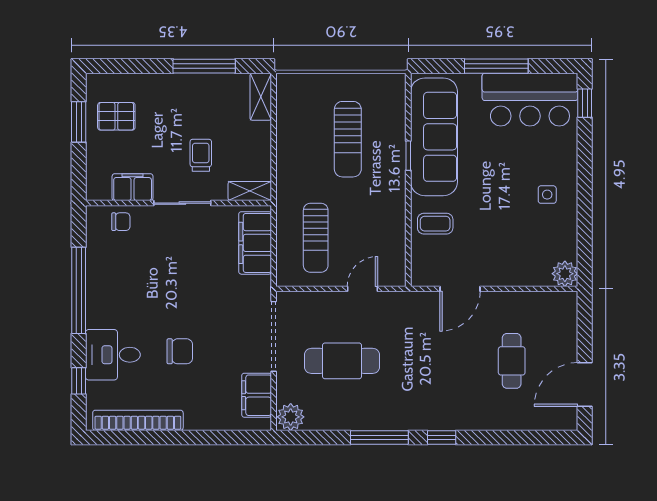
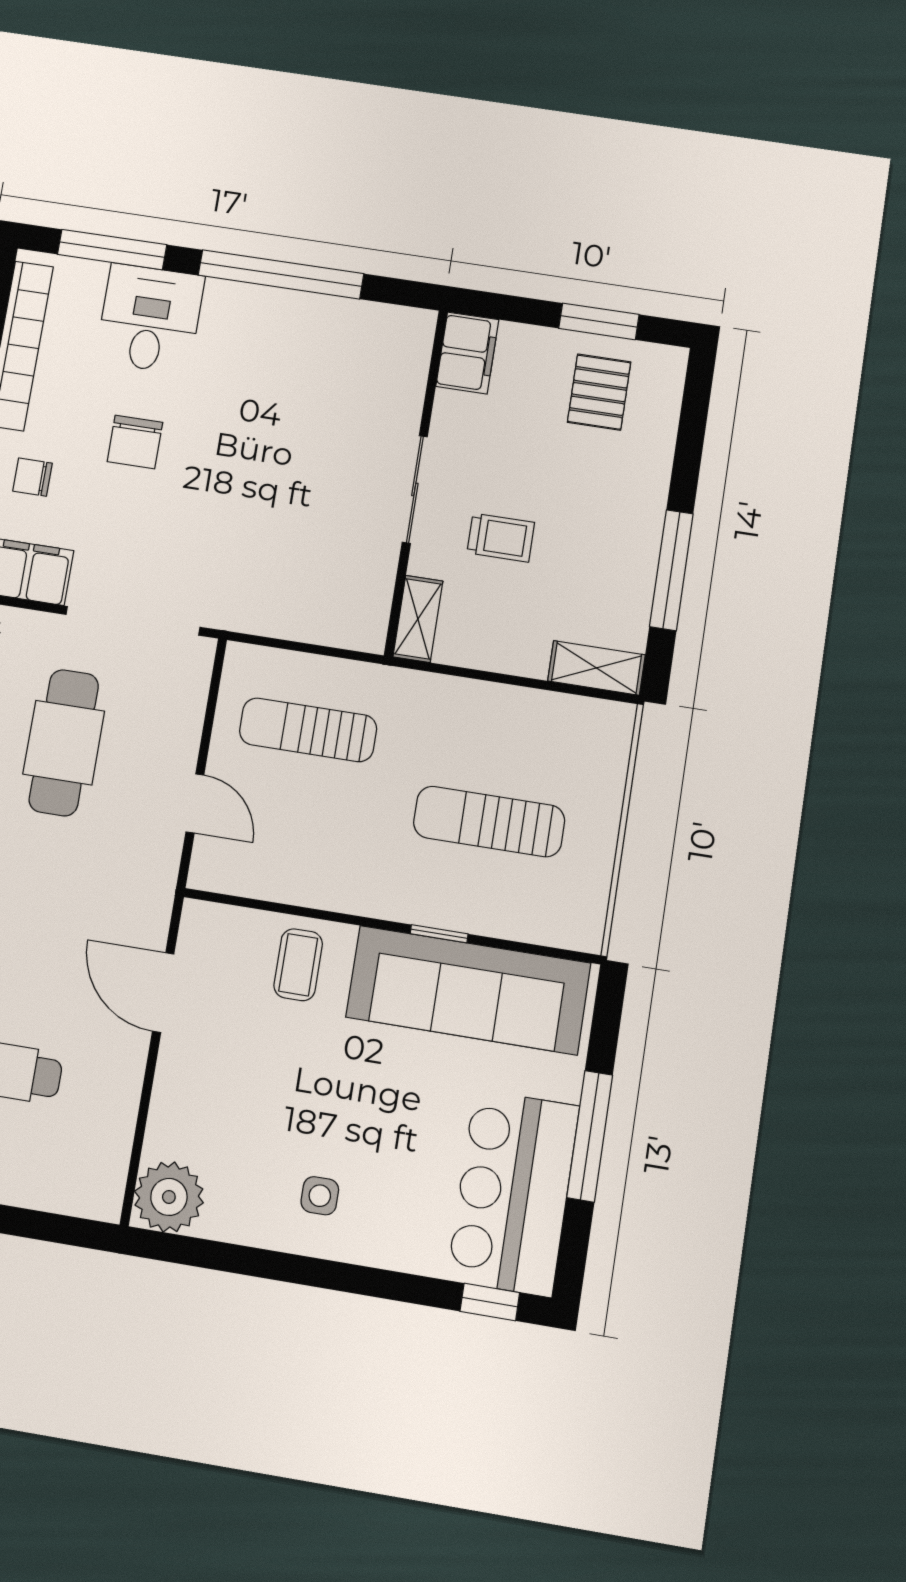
filing cabinet: (133, 187) -> (467, 353), moved
chair: (121, 222) -> (32, 477), moved, turned 90
filing cabinet: (255, 243) -> (317, 614), removed
plant: (565, 274) -> (169, 1197), width x1.36, depth x1.36
window: (79, 381) -> (112, 250), width x2.17

